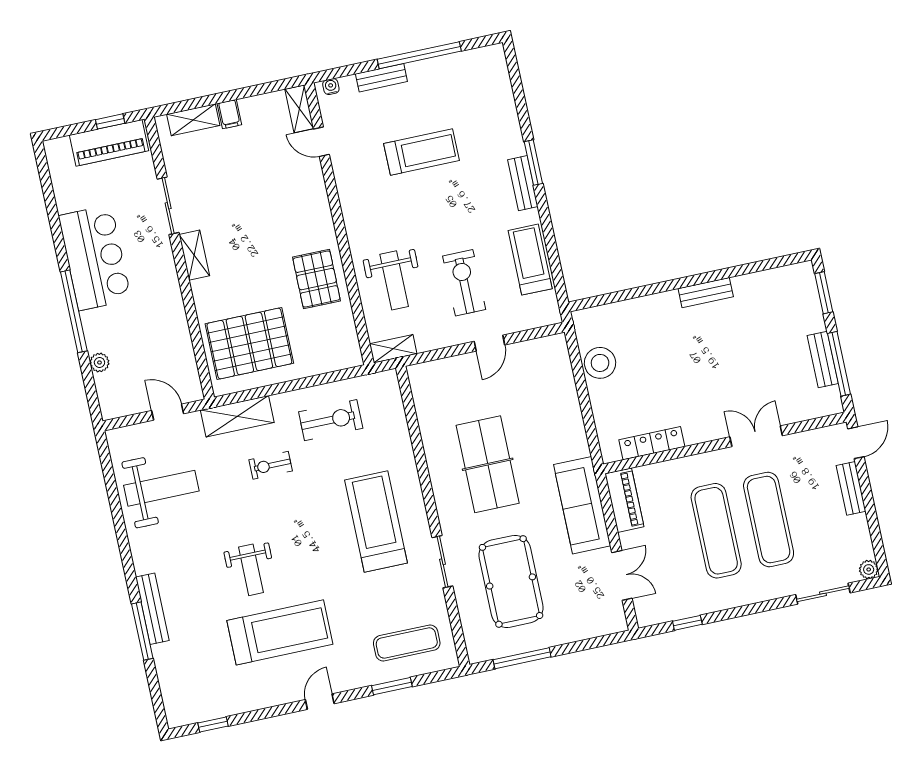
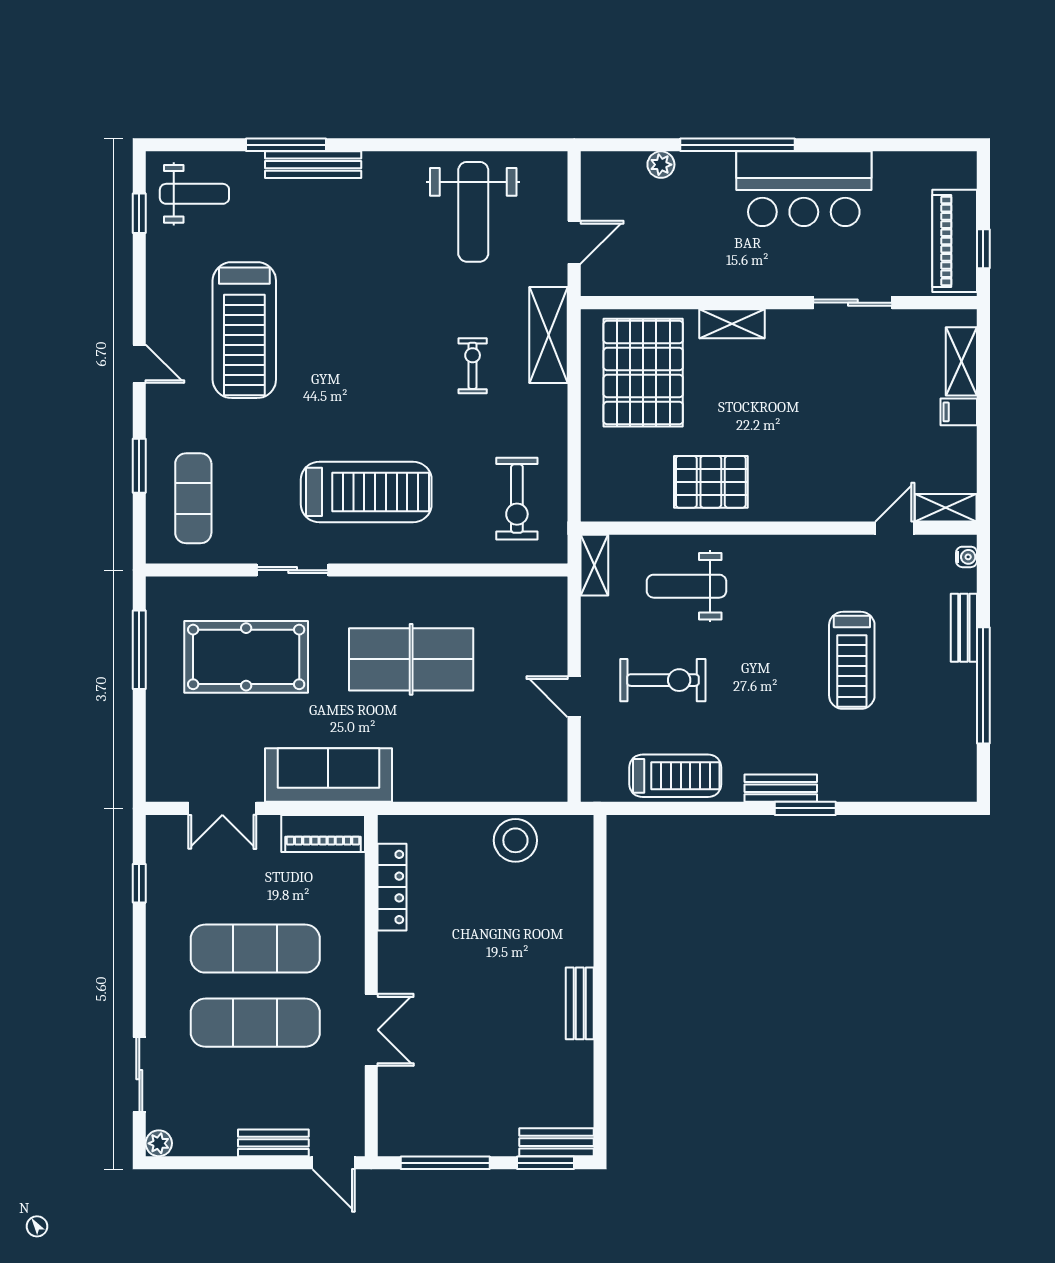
shelving: (194, 255) -> (732, 324), moved
bench: (823, 360) -> (556, 1142), moved
exercise bike: (331, 420) -> (517, 499), moved
weight bench: (251, 570) -> (194, 194), moved, turned 180

